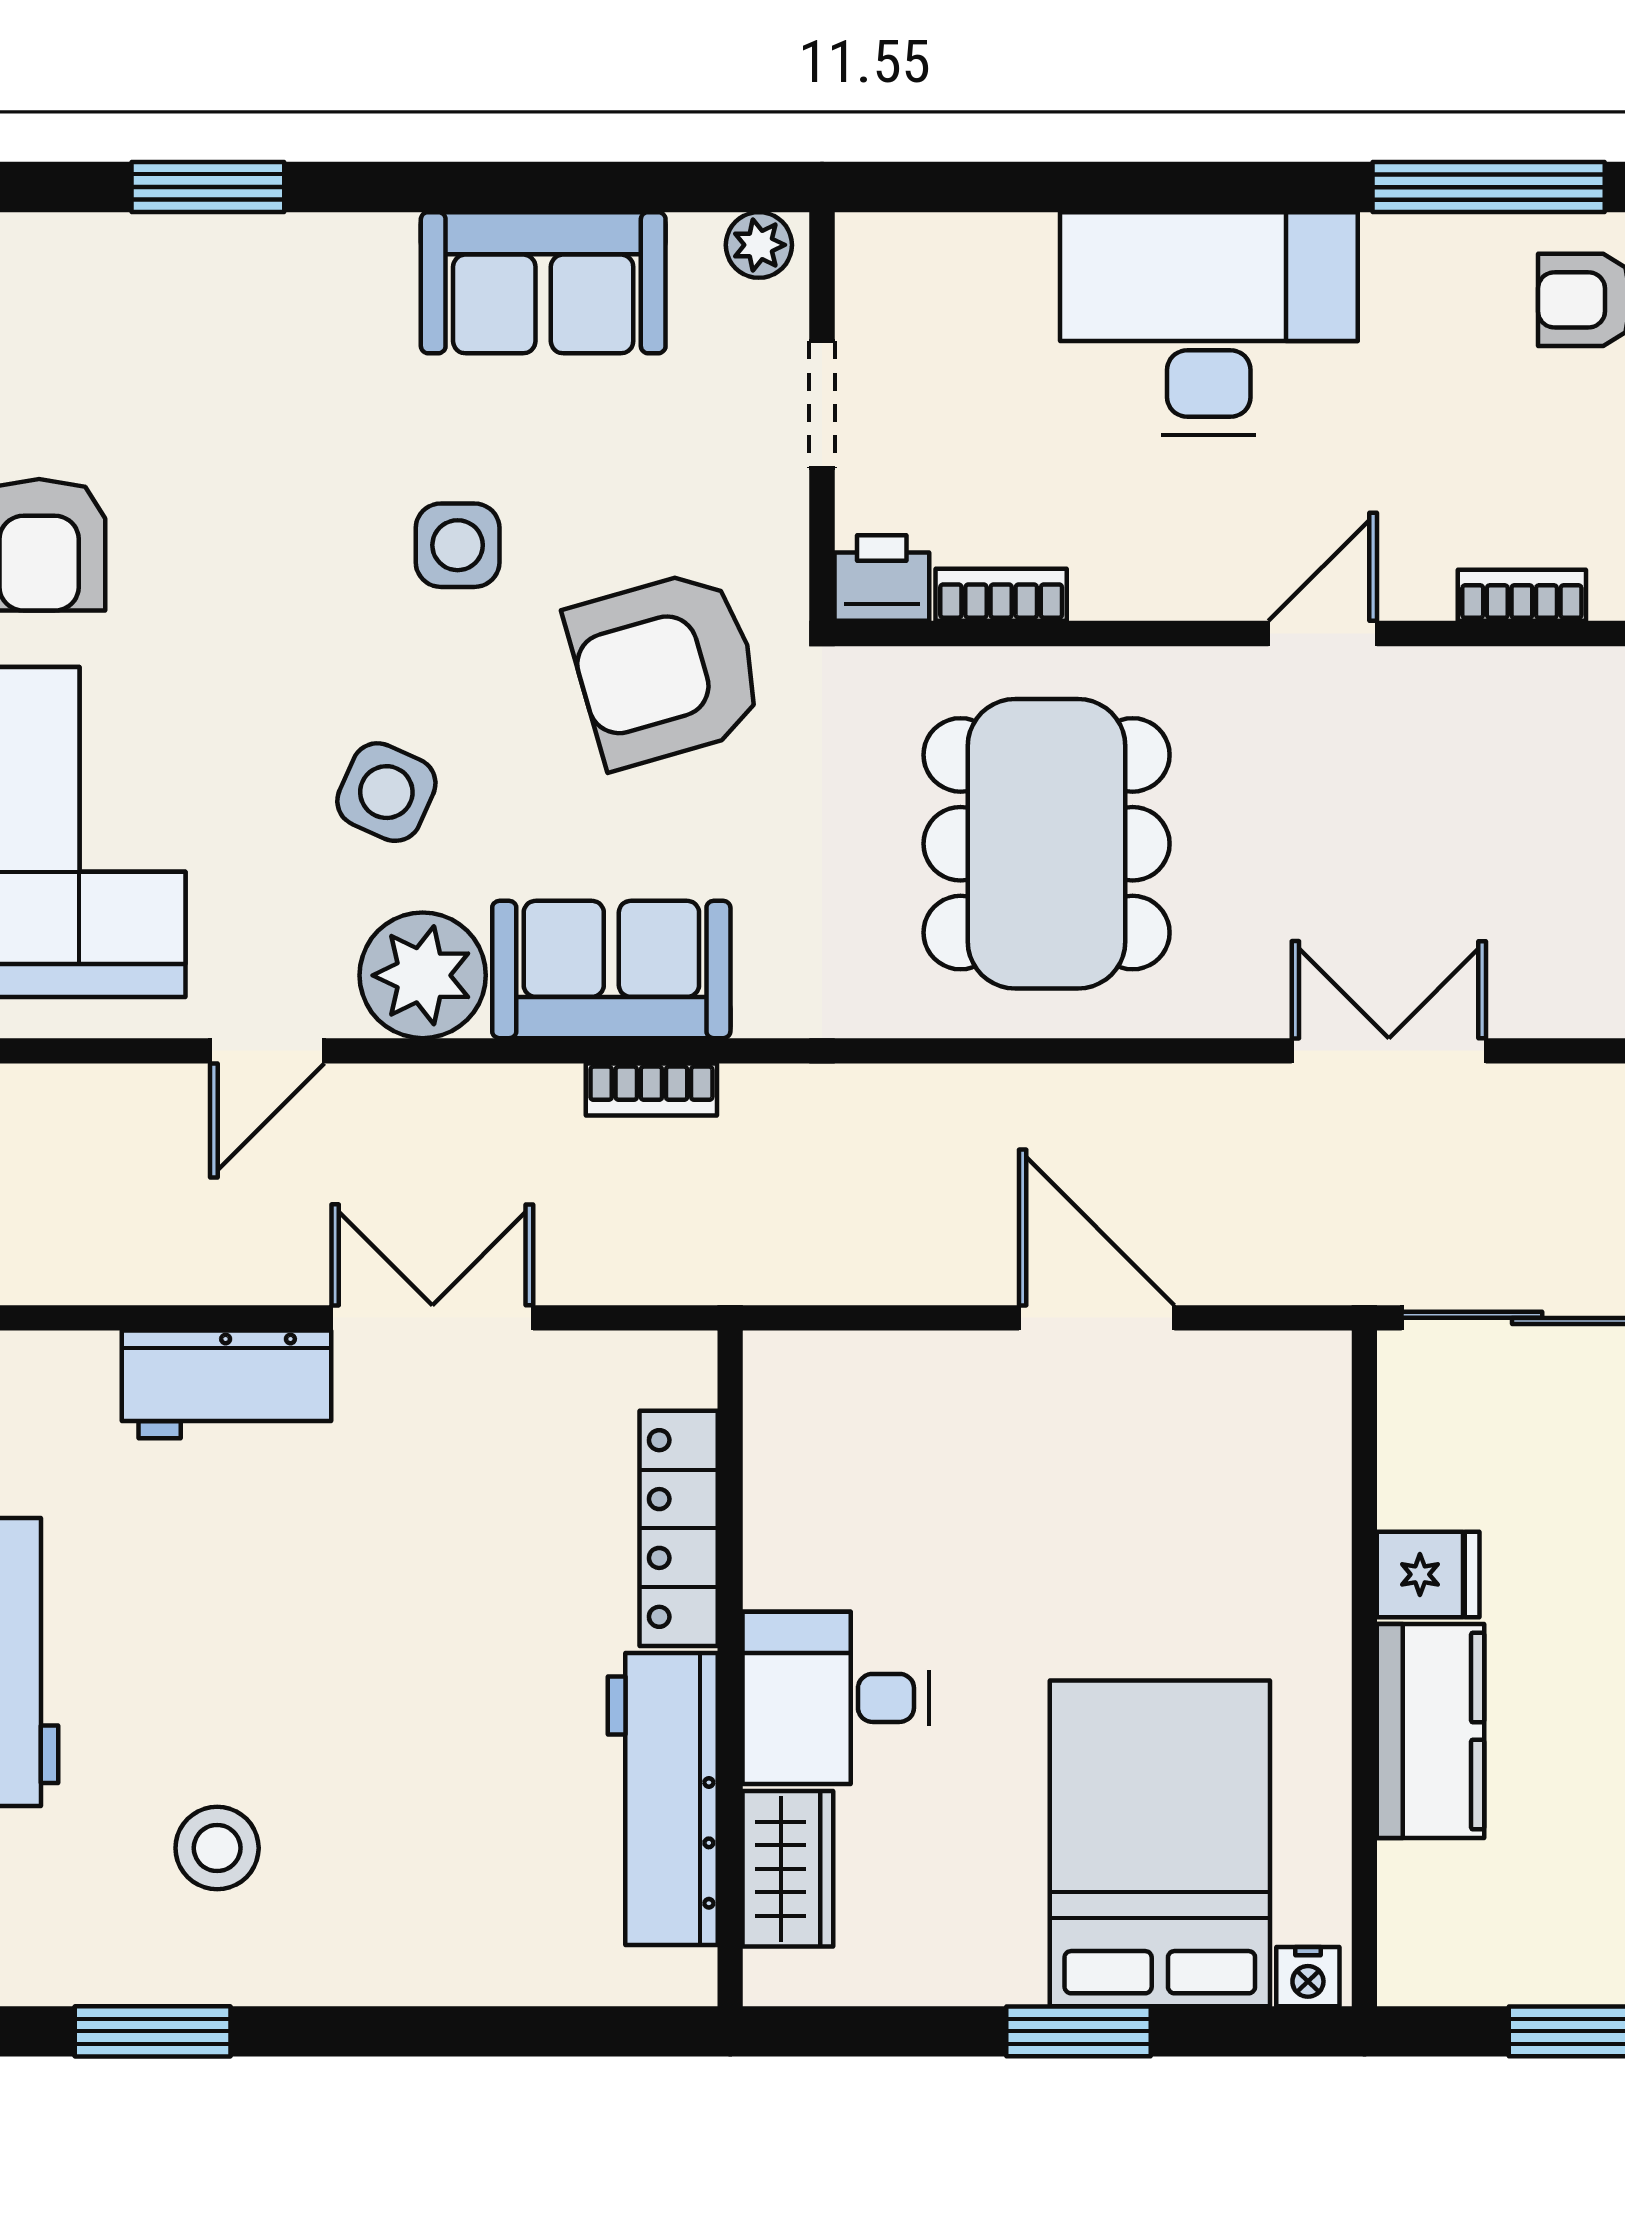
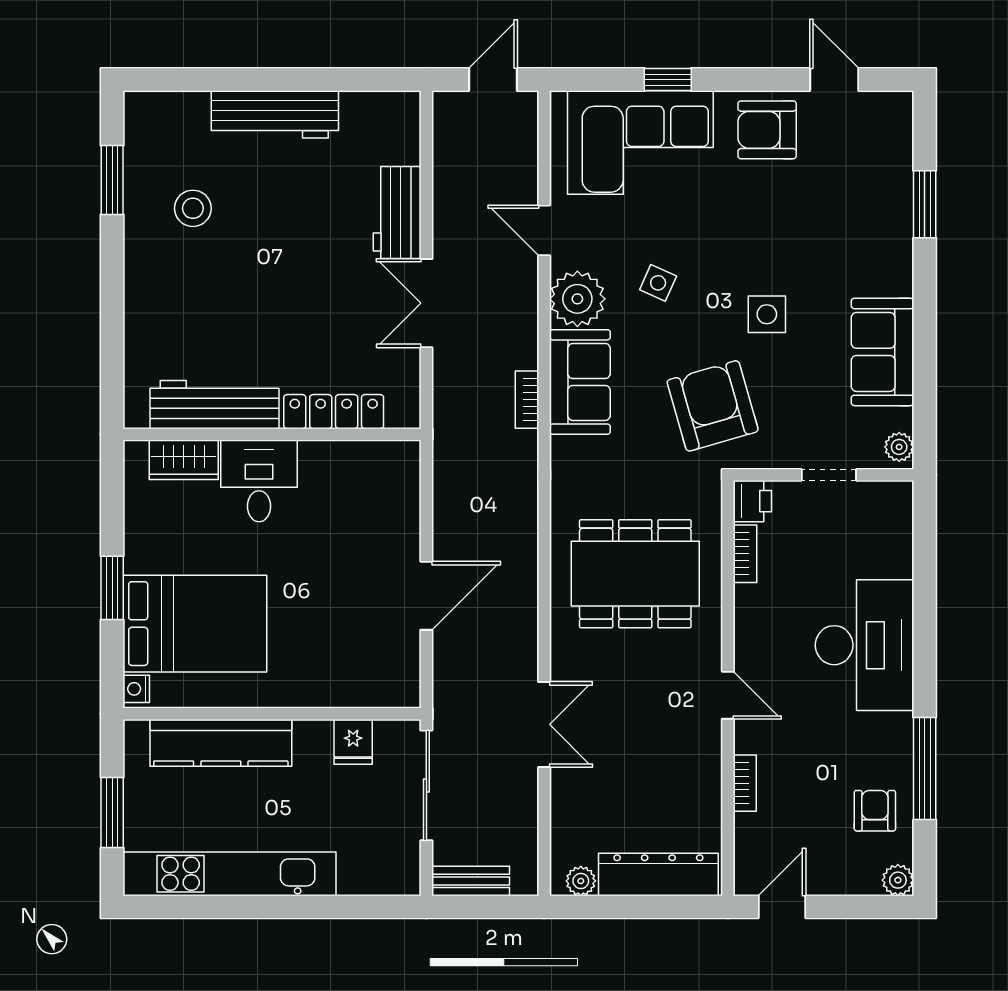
side table: (386, 792) -> (658, 283), width x0.73, depth x0.73
double door: (432, 1318) -> (426, 303), swing flipped
fridge: (1428, 1574) -> (353, 742), moved
kitchen counter: (1431, 1731) -> (221, 743), width x1.50

